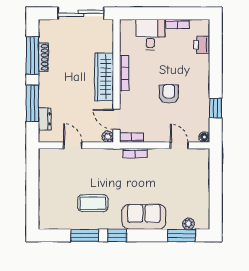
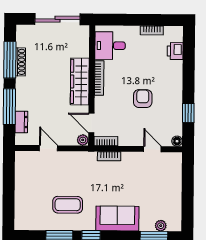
desk: (150, 35) -> (110, 46), moved, turned -90

